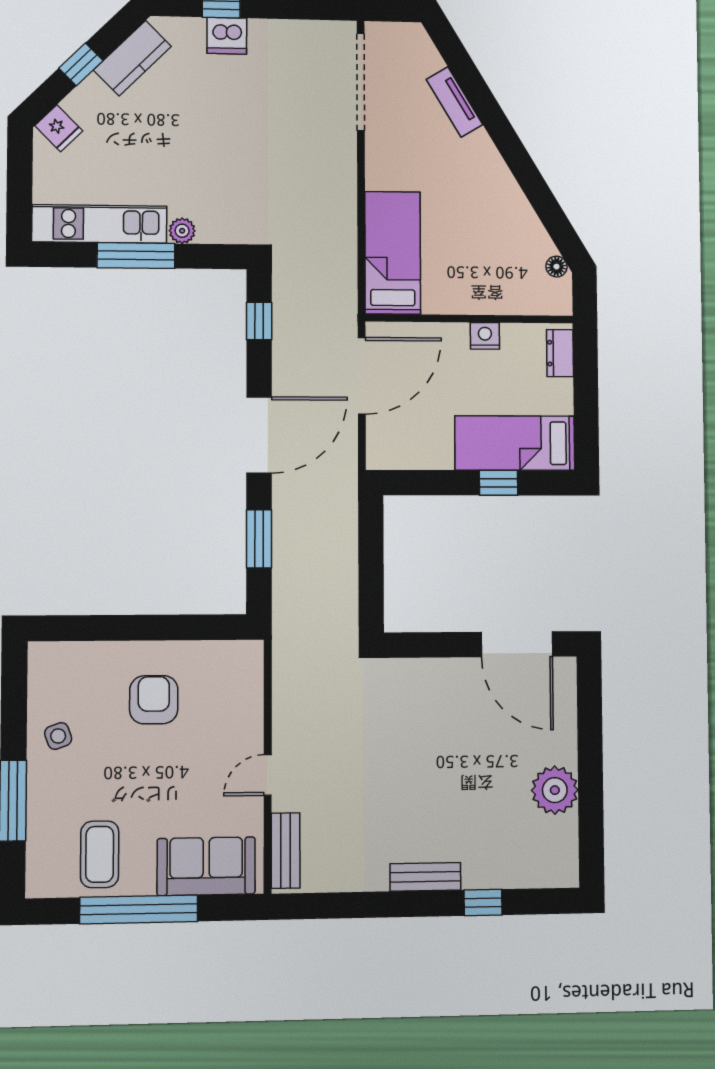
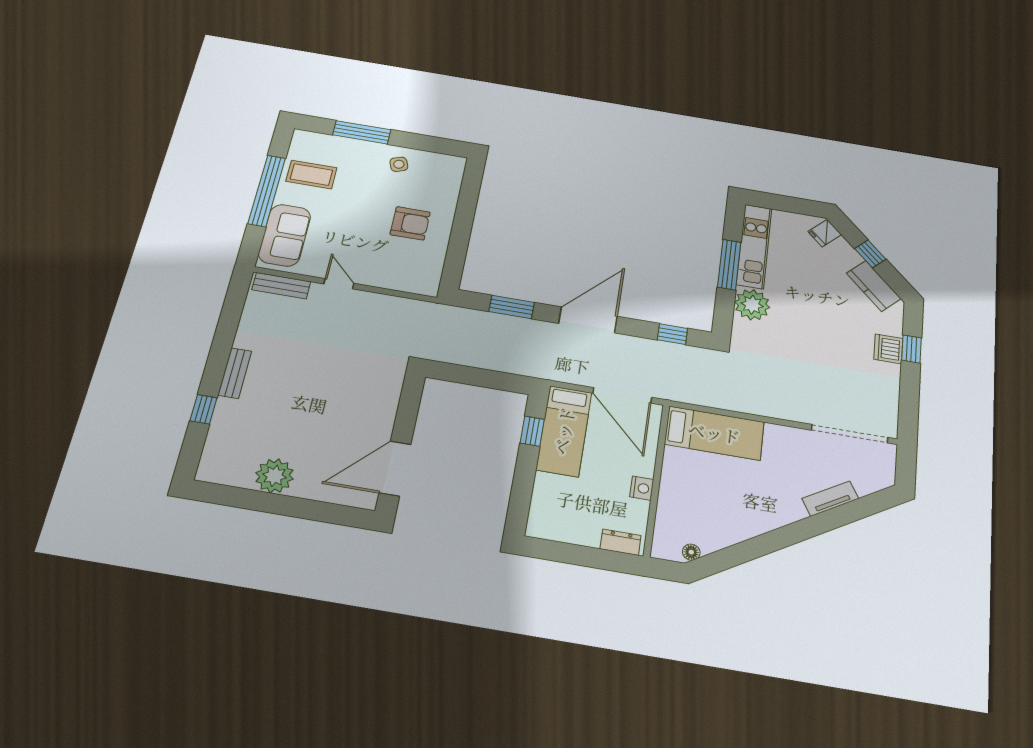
plant: (182, 231) -> (752, 305), width x1.88, depth x1.88
door: (259, 435) -> (588, 320), swing flipped
bed: (515, 443) -> (564, 431), moved, turned 180
window: (499, 483) -> (532, 431), moved

